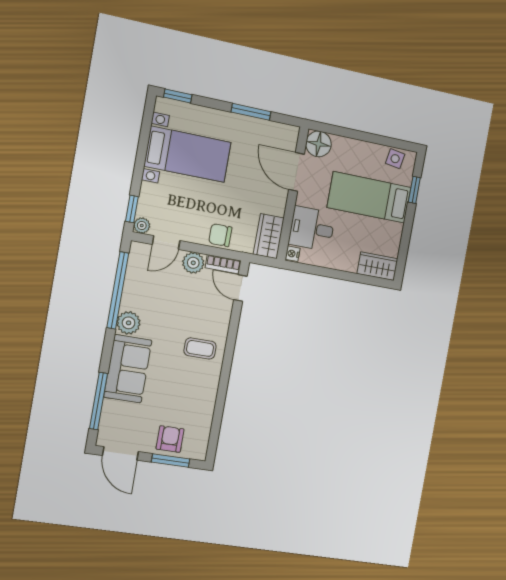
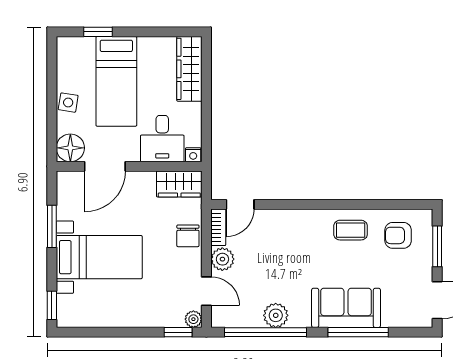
bed with nightstands: (188, 154) -> (99, 257), moved, turned 90
side table: (395, 159) -> (68, 103), moved
wardrobe: (377, 266) -> (189, 69), width x1.50
plant: (129, 323) -> (276, 315), moved
coffee table: (200, 348) -> (351, 230), moved, turned 90
window: (99, 401) -> (358, 332), moved
armchair: (170, 439) -> (398, 235), moved

